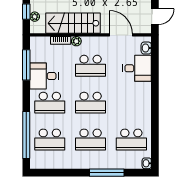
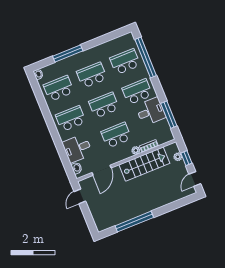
door: (121, 35) -> (102, 170), hinge flipped
school desk: (131, 103) -> (71, 119), added

